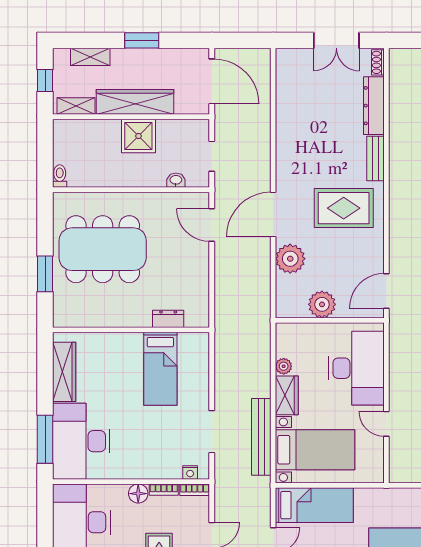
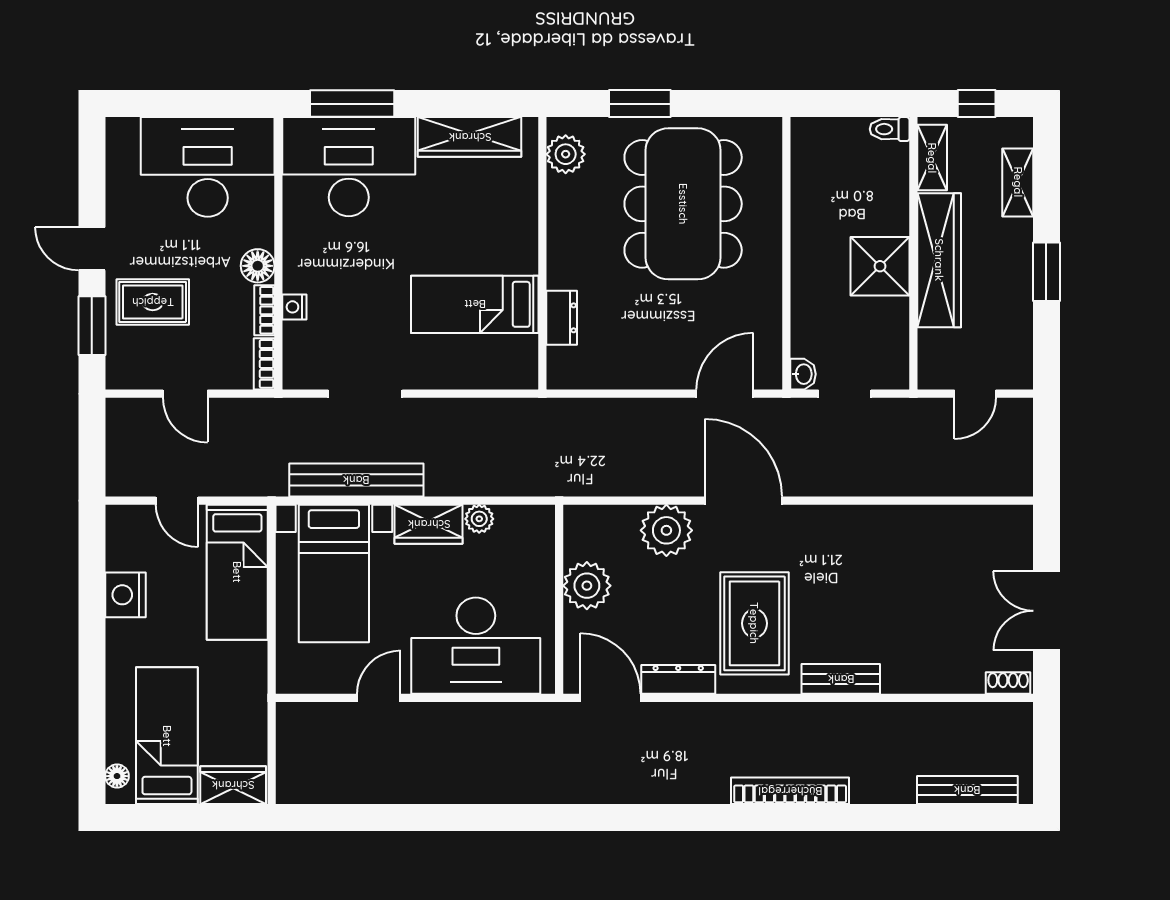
door: (212, 81) -> (975, 394), width x0.53
dresser: (374, 106) -> (678, 679), moved, width x0.73, depth x0.80
toilet: (60, 176) -> (890, 129), moved, turned 180
washbasin: (176, 180) -> (803, 374), moved
plant: (74, 317) -> (566, 154), added
nightstand: (190, 472) -> (294, 307), moved

